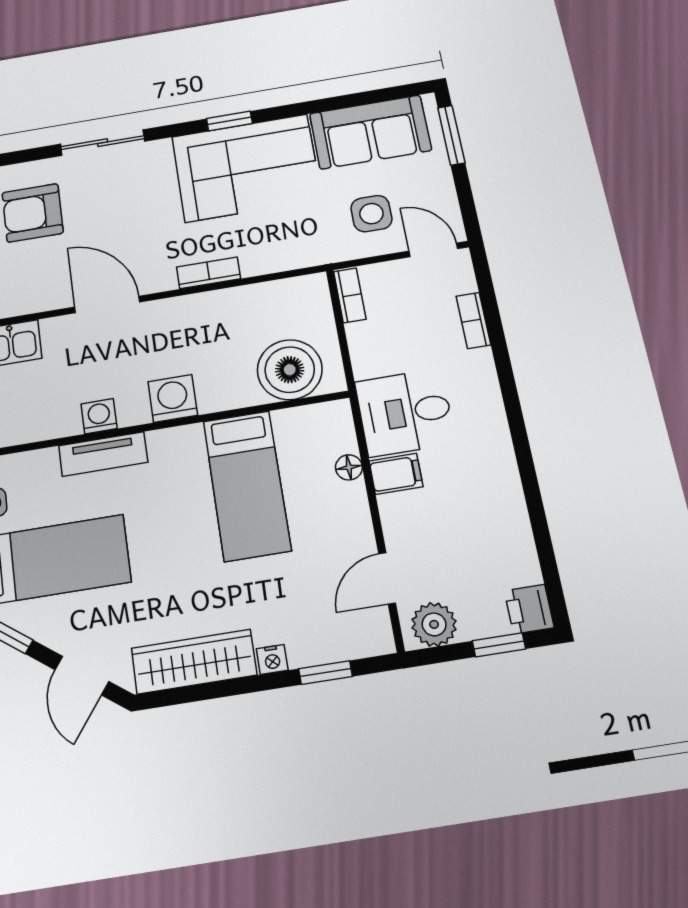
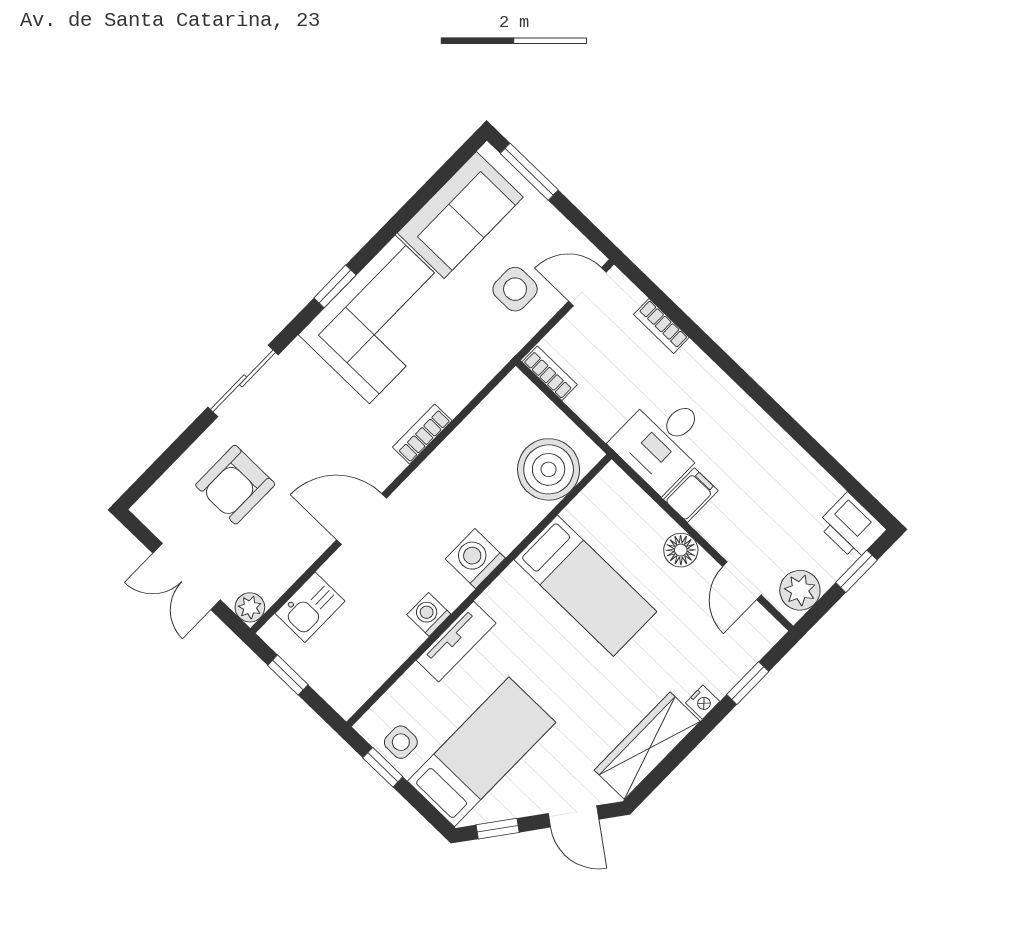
floor lamp: (349, 467) -> (681, 550), moved, width x1.37, depth x1.37
printer: (529, 609) -> (851, 527), width x1.36, depth x1.24

